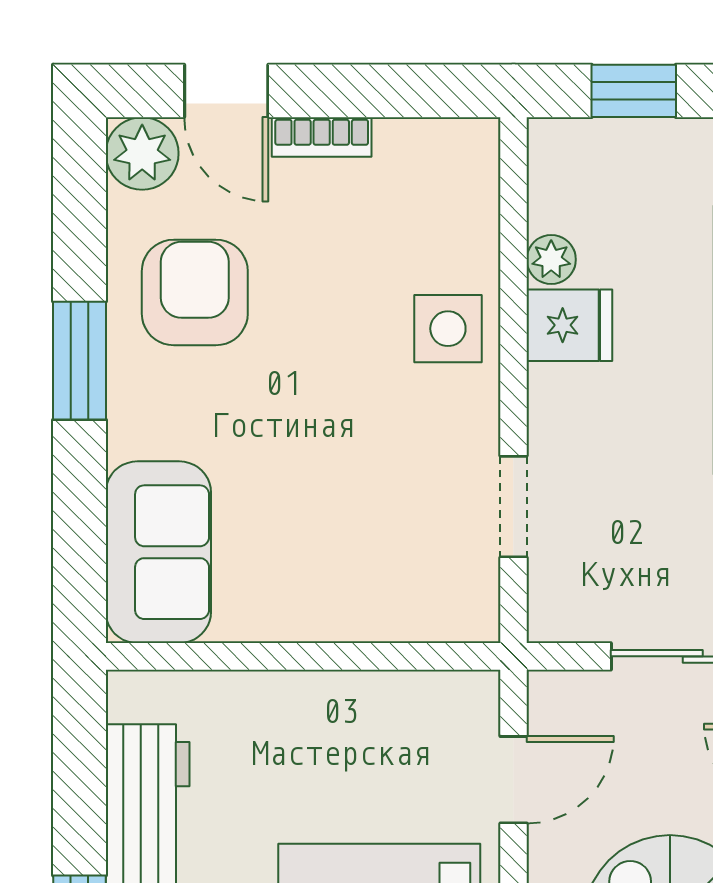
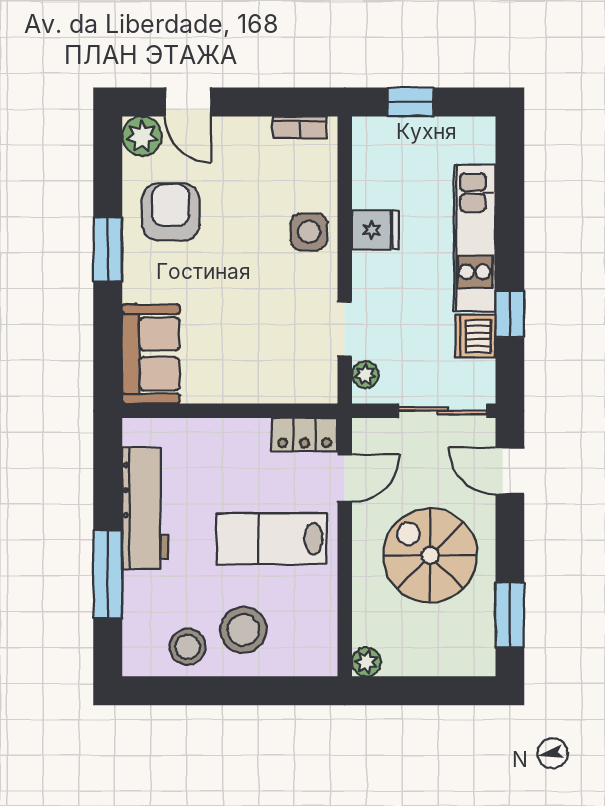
bookcase: (322, 137) -> (300, 127), moved
plant: (551, 260) -> (365, 375), moved
locker: (440, 700) -> (305, 435), added

